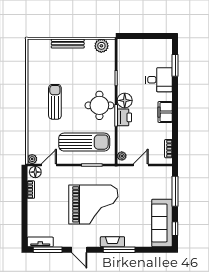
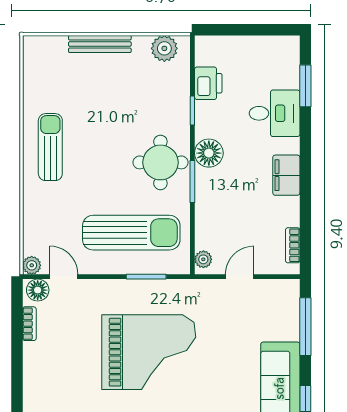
sun lounger: (55, 102) -> (50, 147), moved
printer: (124, 117) -> (208, 83), moved
door: (49, 165) -> (64, 277), hinge flipped

